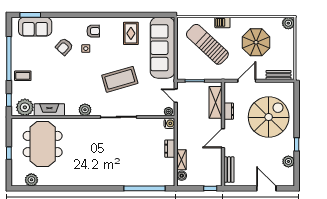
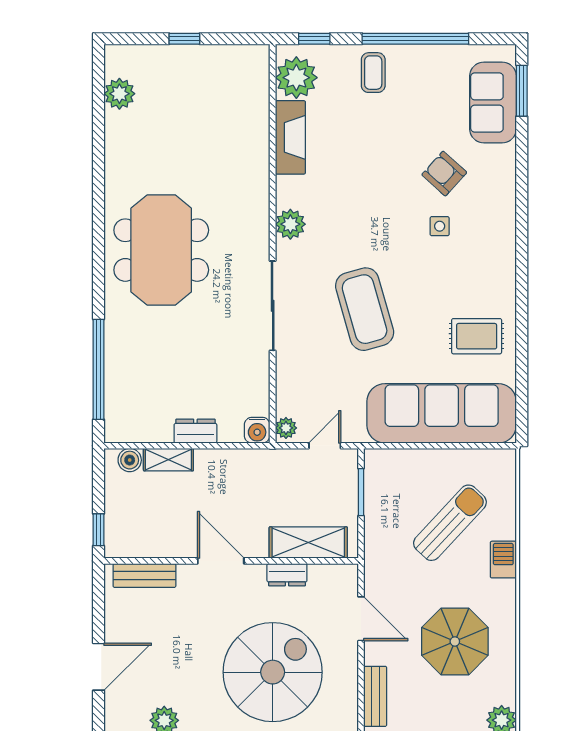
armchair: (93, 31) -> (482, 244), removed
sun lounger: (207, 44) -> (450, 523), width x0.73, depth x0.75
spiral stairs: (269, 117) -> (273, 672), turned -90
meeting table: (43, 144) -> (161, 250), moved, turned 90

